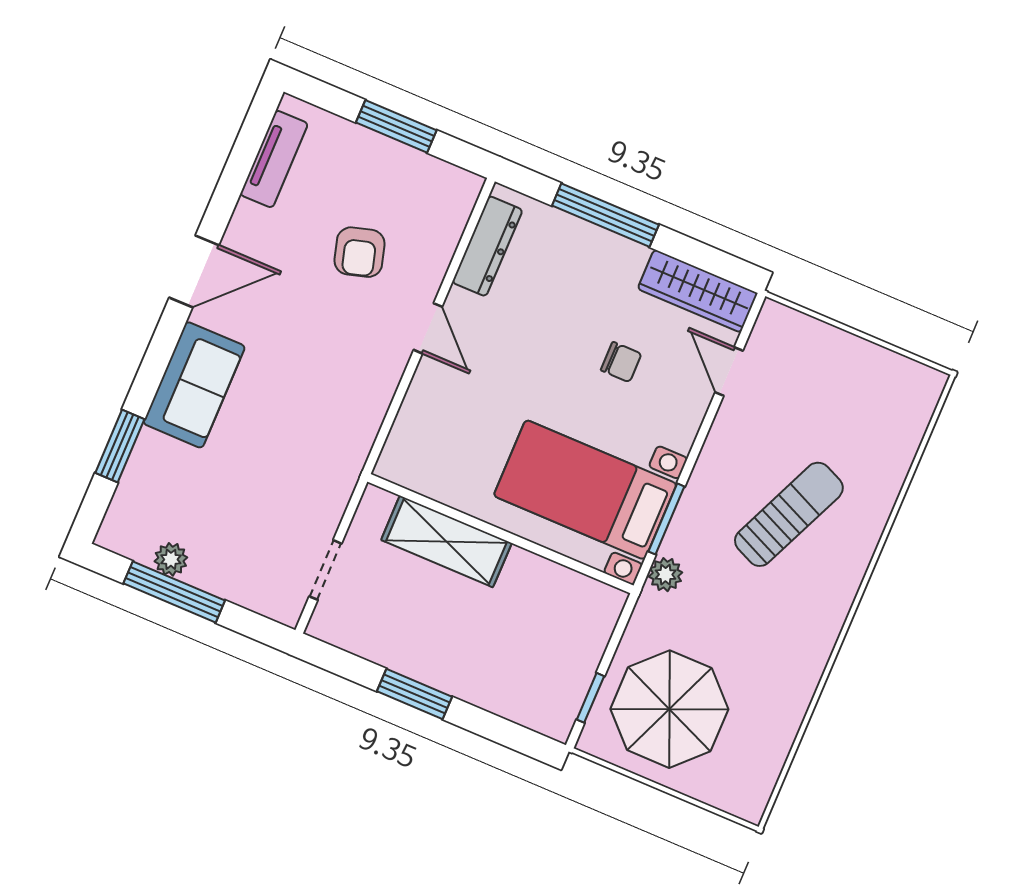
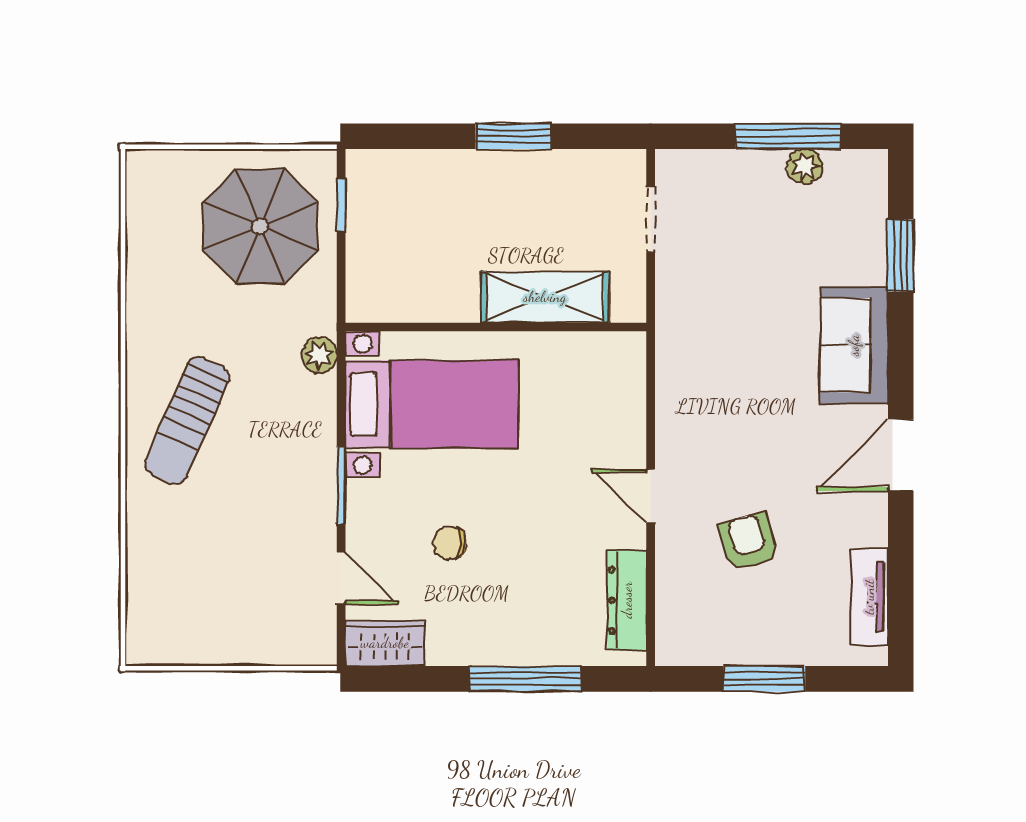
wardrobe: (698, 291) -> (385, 643), width x0.67
sun lounger: (789, 514) -> (187, 421), moved
window: (666, 519) -> (341, 485), moved

